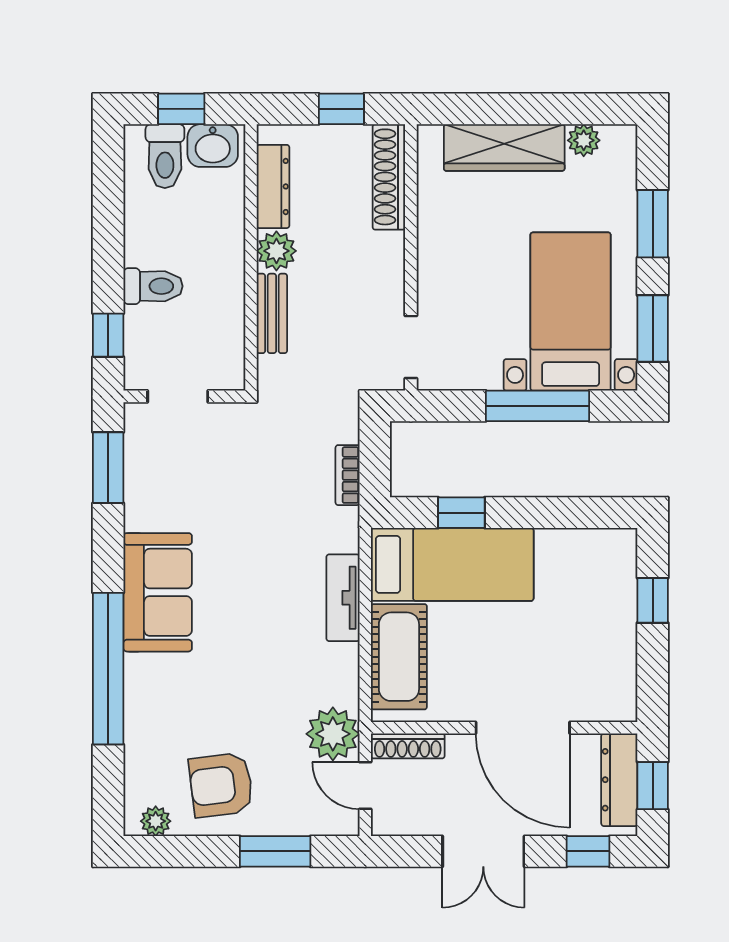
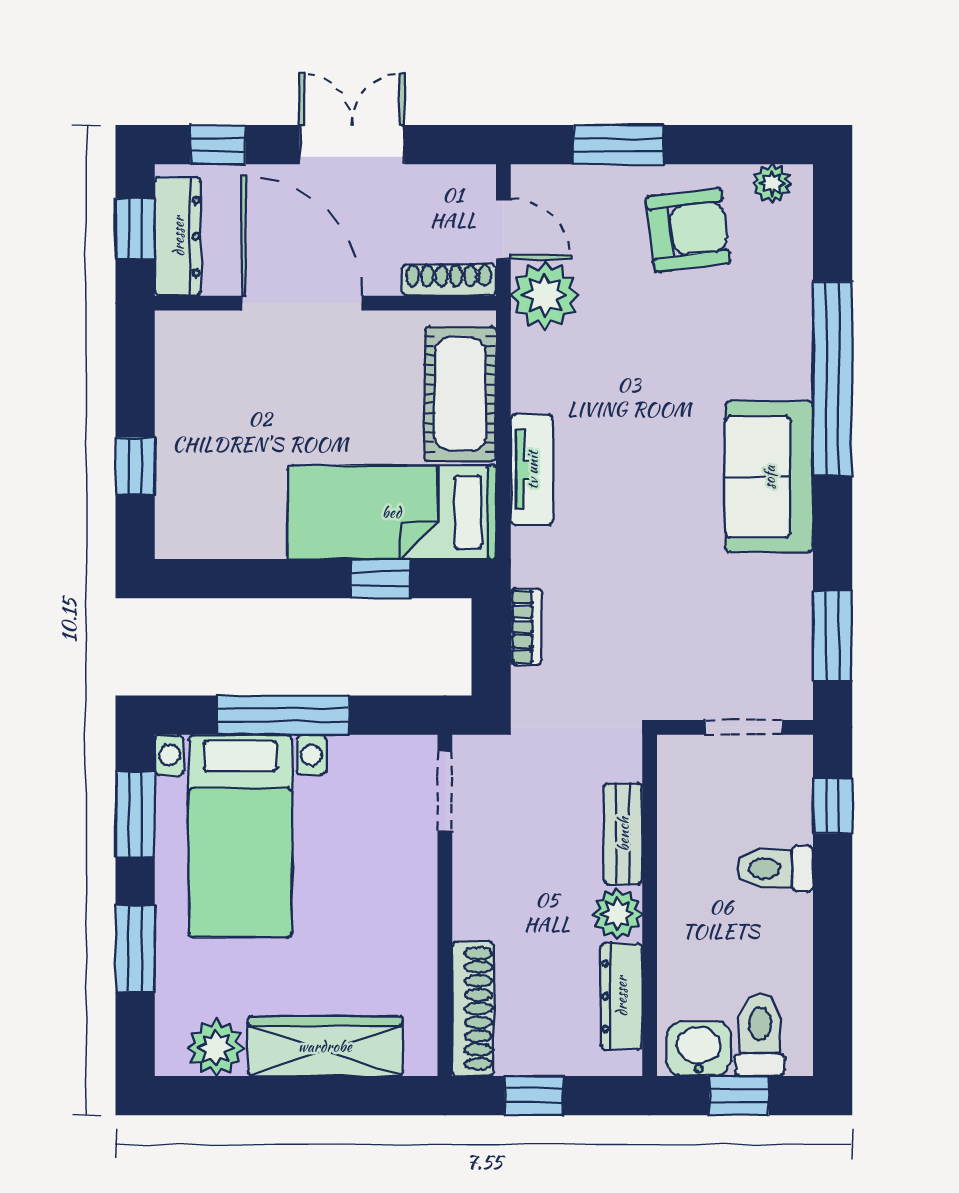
plant: (584, 140) -> (216, 1048), width x1.38, depth x1.38

